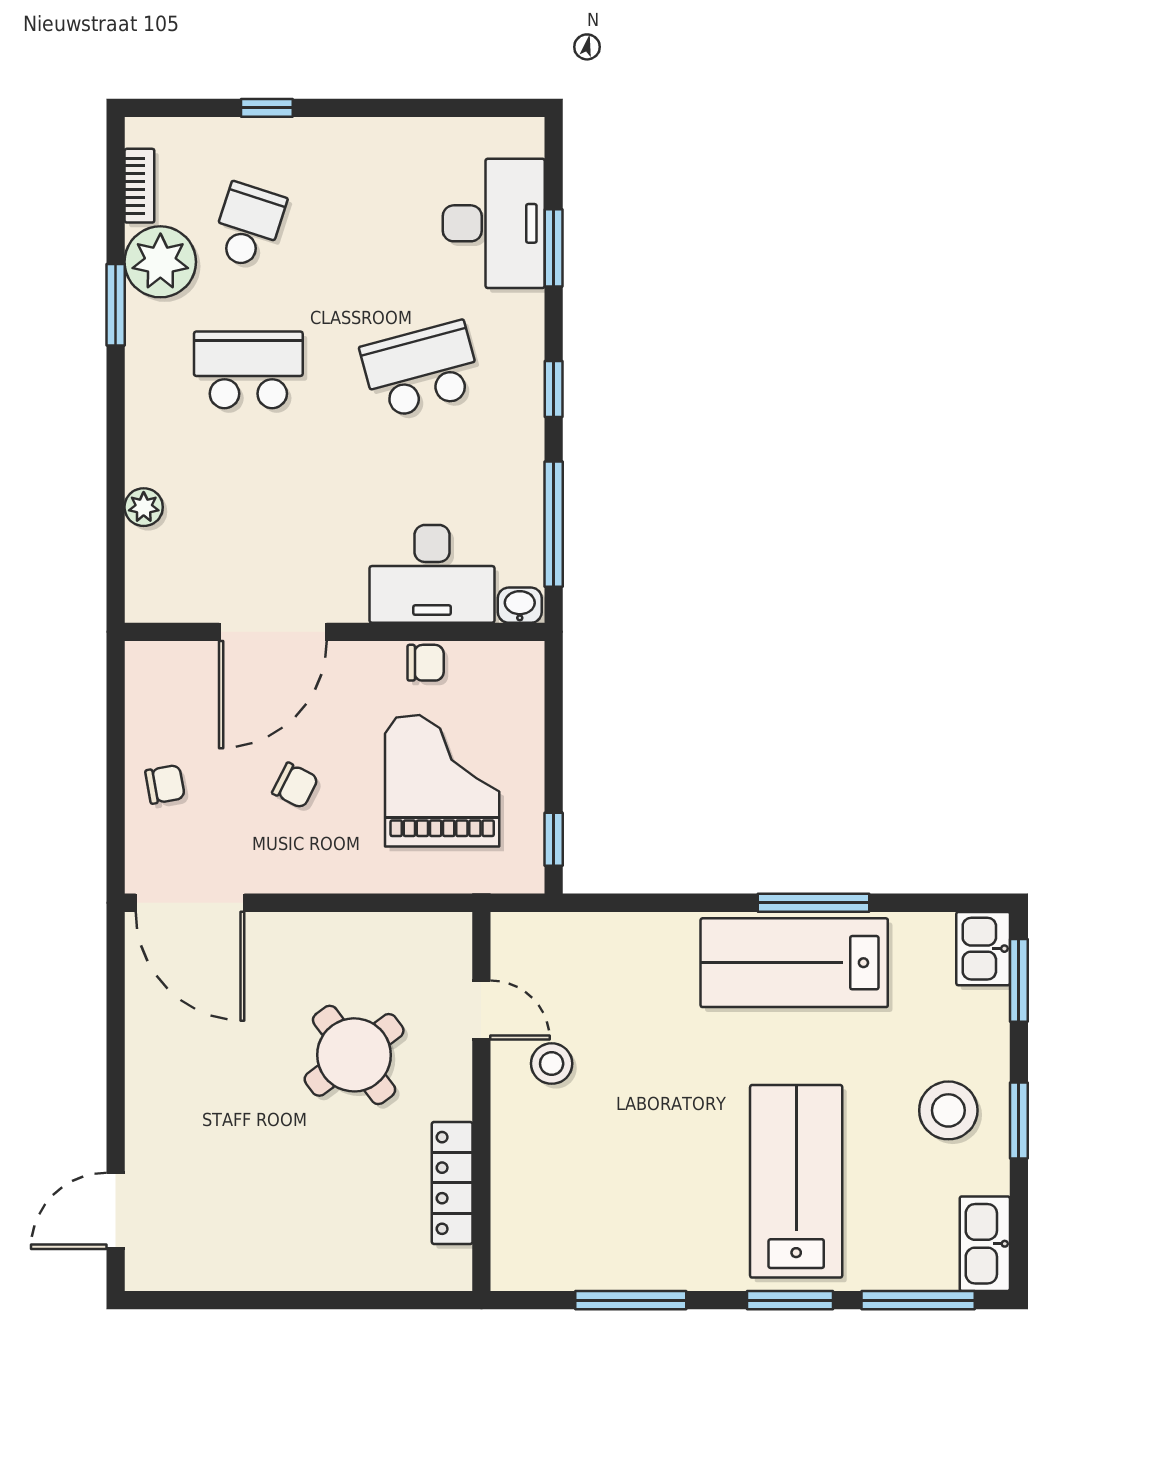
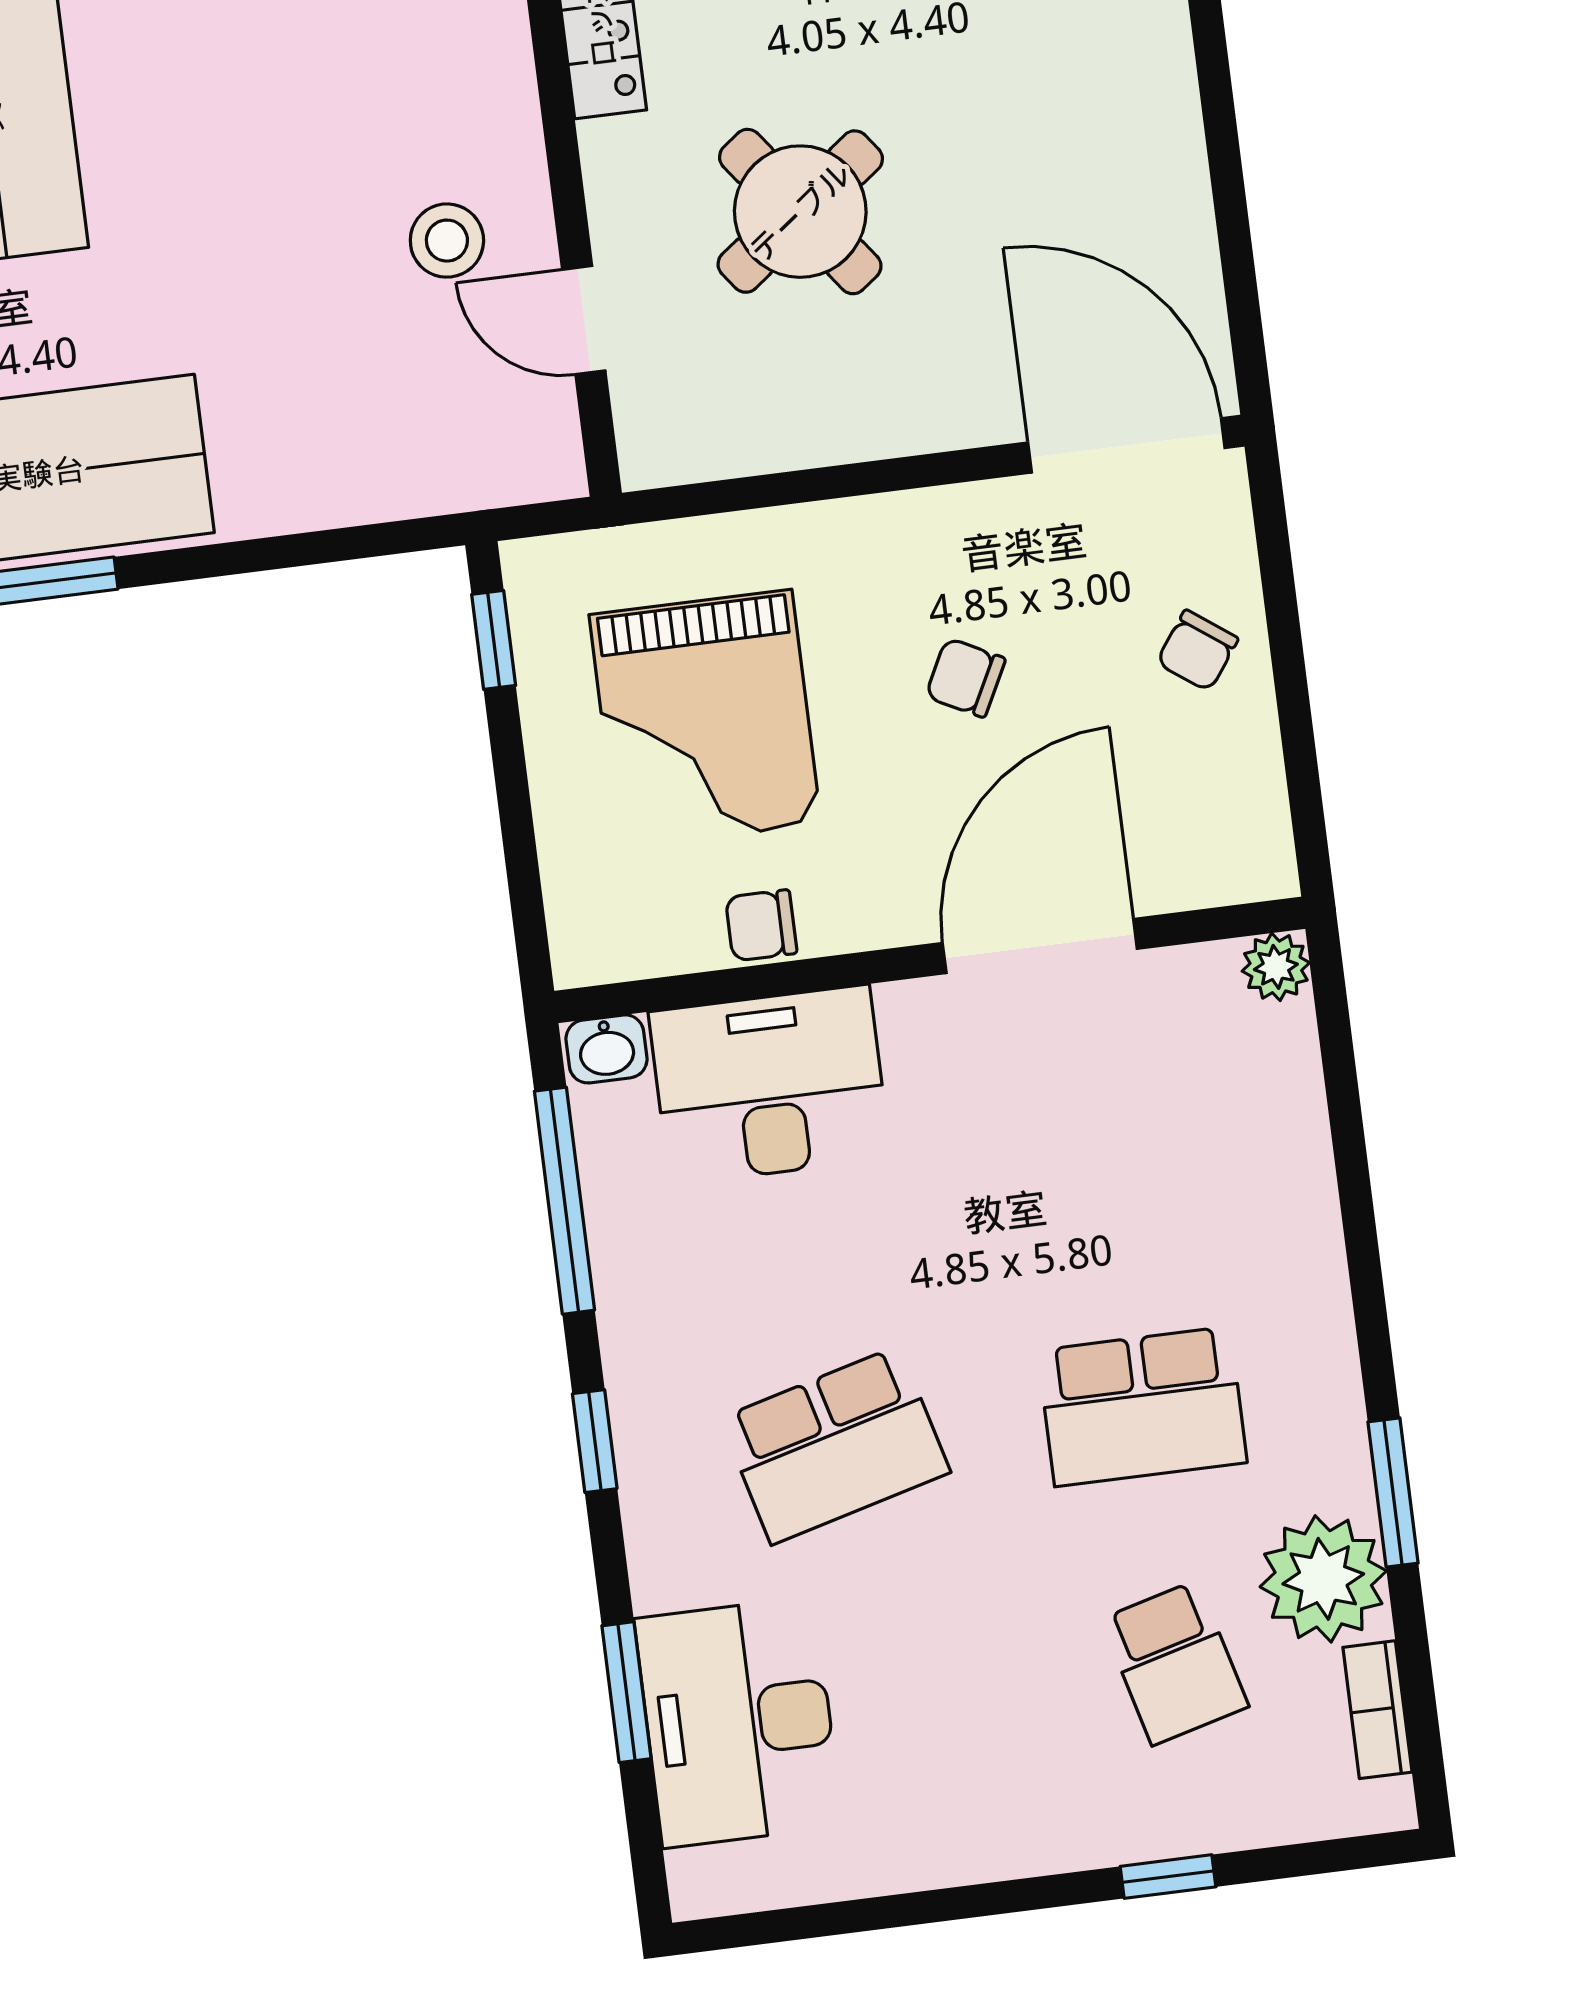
school desk: (248, 226) -> (1175, 1663), turned -33
plant: (144, 507) -> (1276, 967), moved
chair: (165, 784) -> (1197, 651), turned -44

